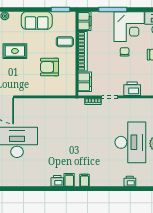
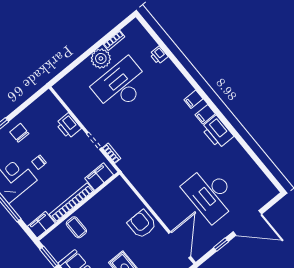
armchair: (50, 67) -> (142, 224), moved, turned 180
printer: (57, 181) -> (217, 132), width x1.87, depth x1.48

